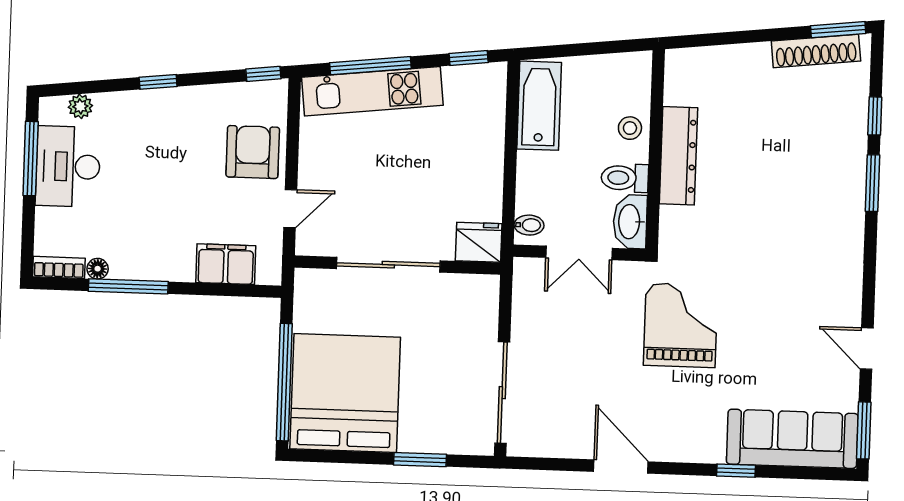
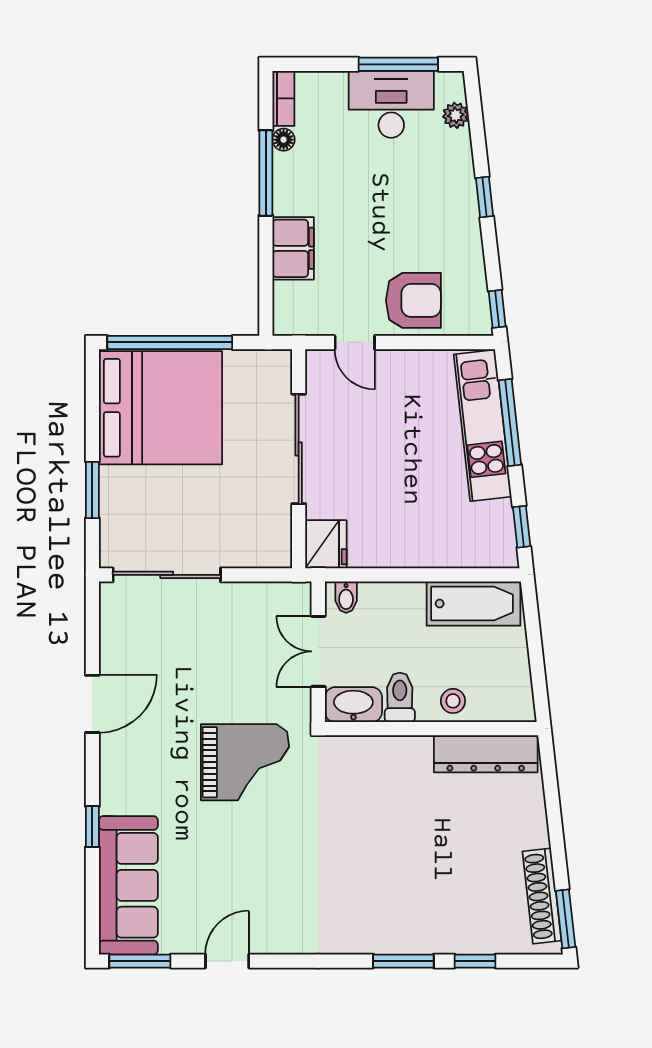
dresser: (679, 156) -> (486, 754), moved
filing cabinet: (226, 264) -> (293, 248), moved

